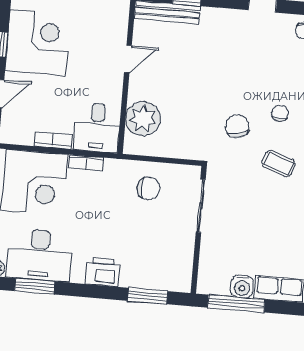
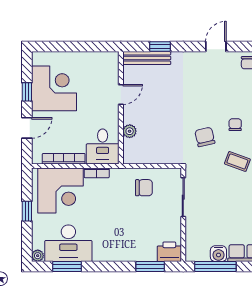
plant: (143, 119) -> (130, 131), width x0.53, depth x0.53
bookcase: (53, 140) -> (64, 159), width x1.56
printer: (103, 272) -> (169, 252), moved

